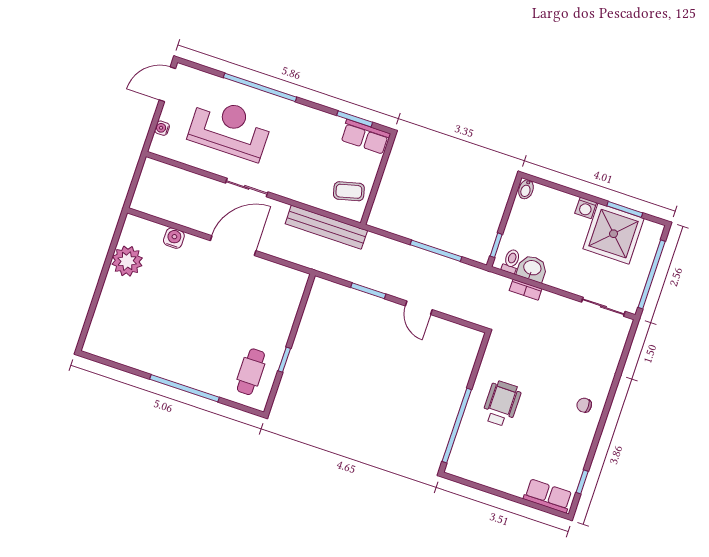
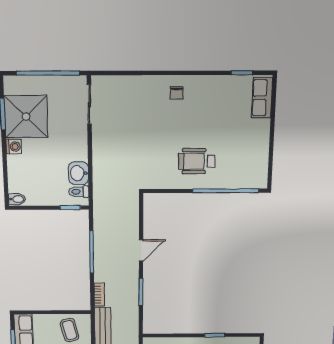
bookcase: (526, 290) -> (99, 294), moved

